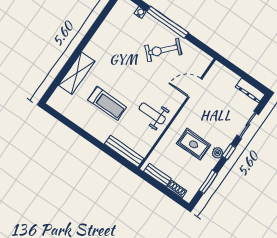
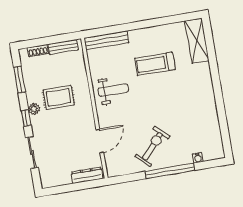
shelving: (77, 73) -> (197, 41), moved
dresser: (250, 91) -> (87, 175), moved

